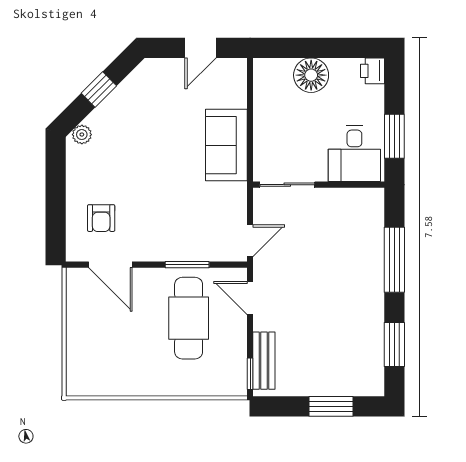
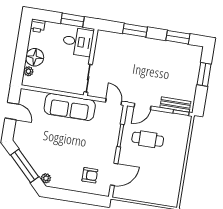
plant: (282, 67) -> (28, 71), added
window: (99, 90) -> (25, 166), width x2.17
sofa: (226, 145) -> (70, 107), width x1.36
window: (394, 260) -> (135, 30), width x0.69
cafe table: (189, 318) -> (148, 139), width x0.73, depth x0.74

